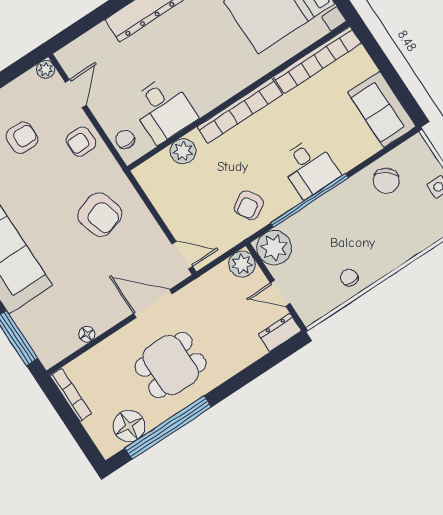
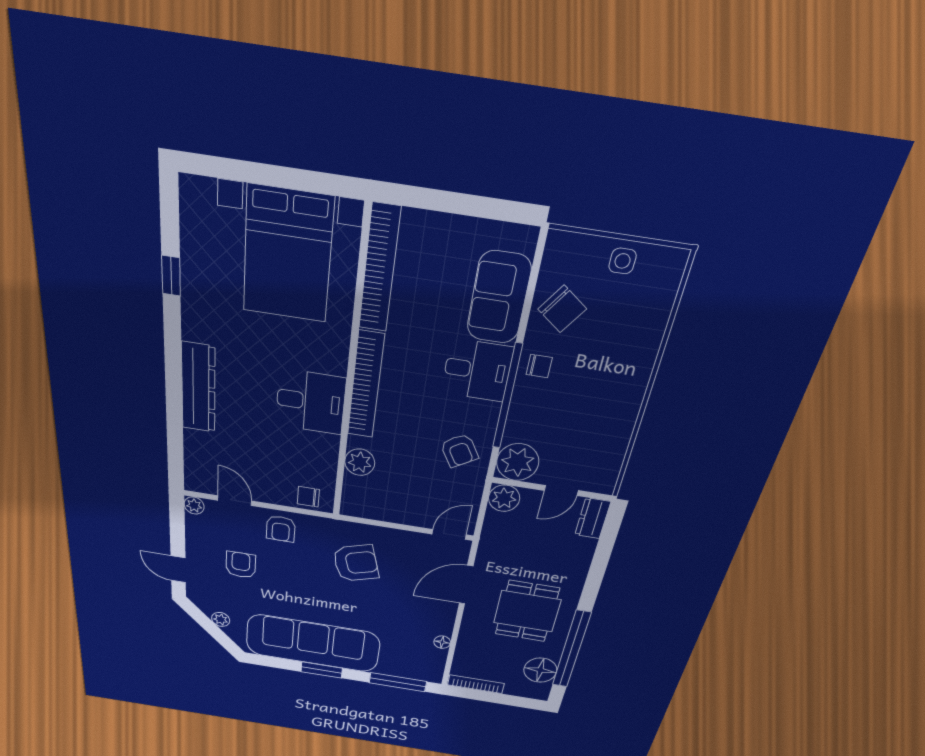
desk: (163, 109) -> (311, 402), moved
sofa: (382, 109) -> (499, 298), moved, turned 90
chair: (349, 278) -> (539, 366), moved, turned 180

